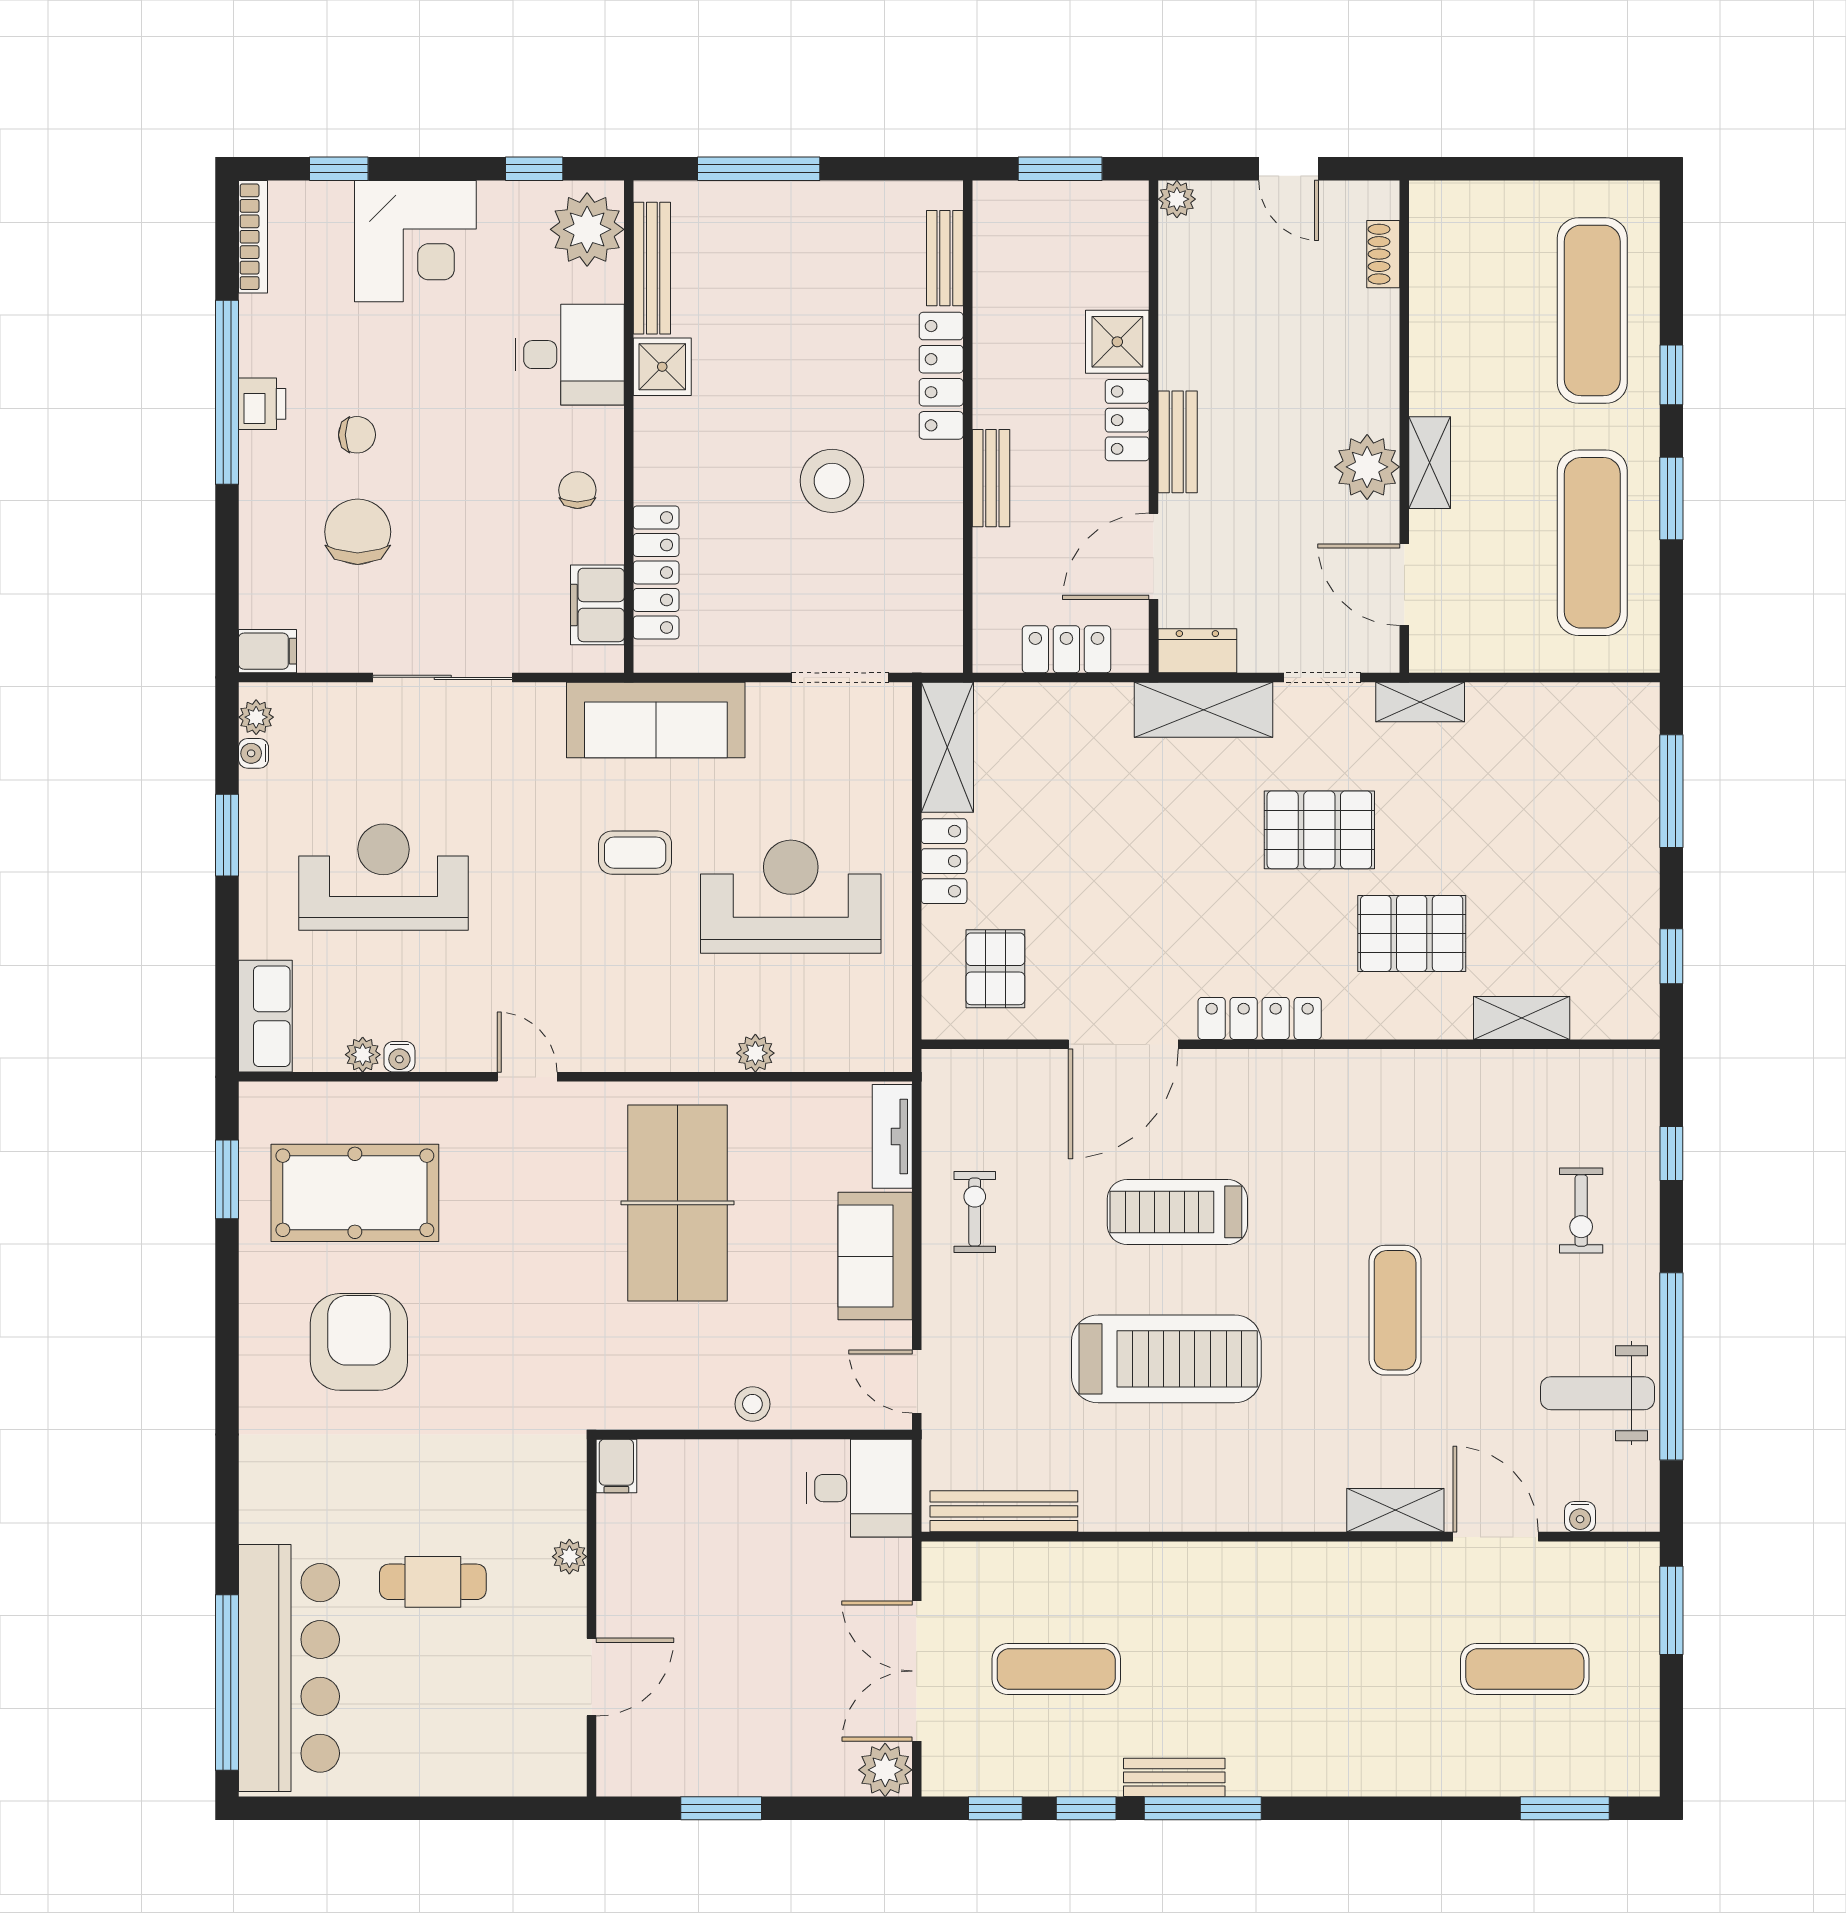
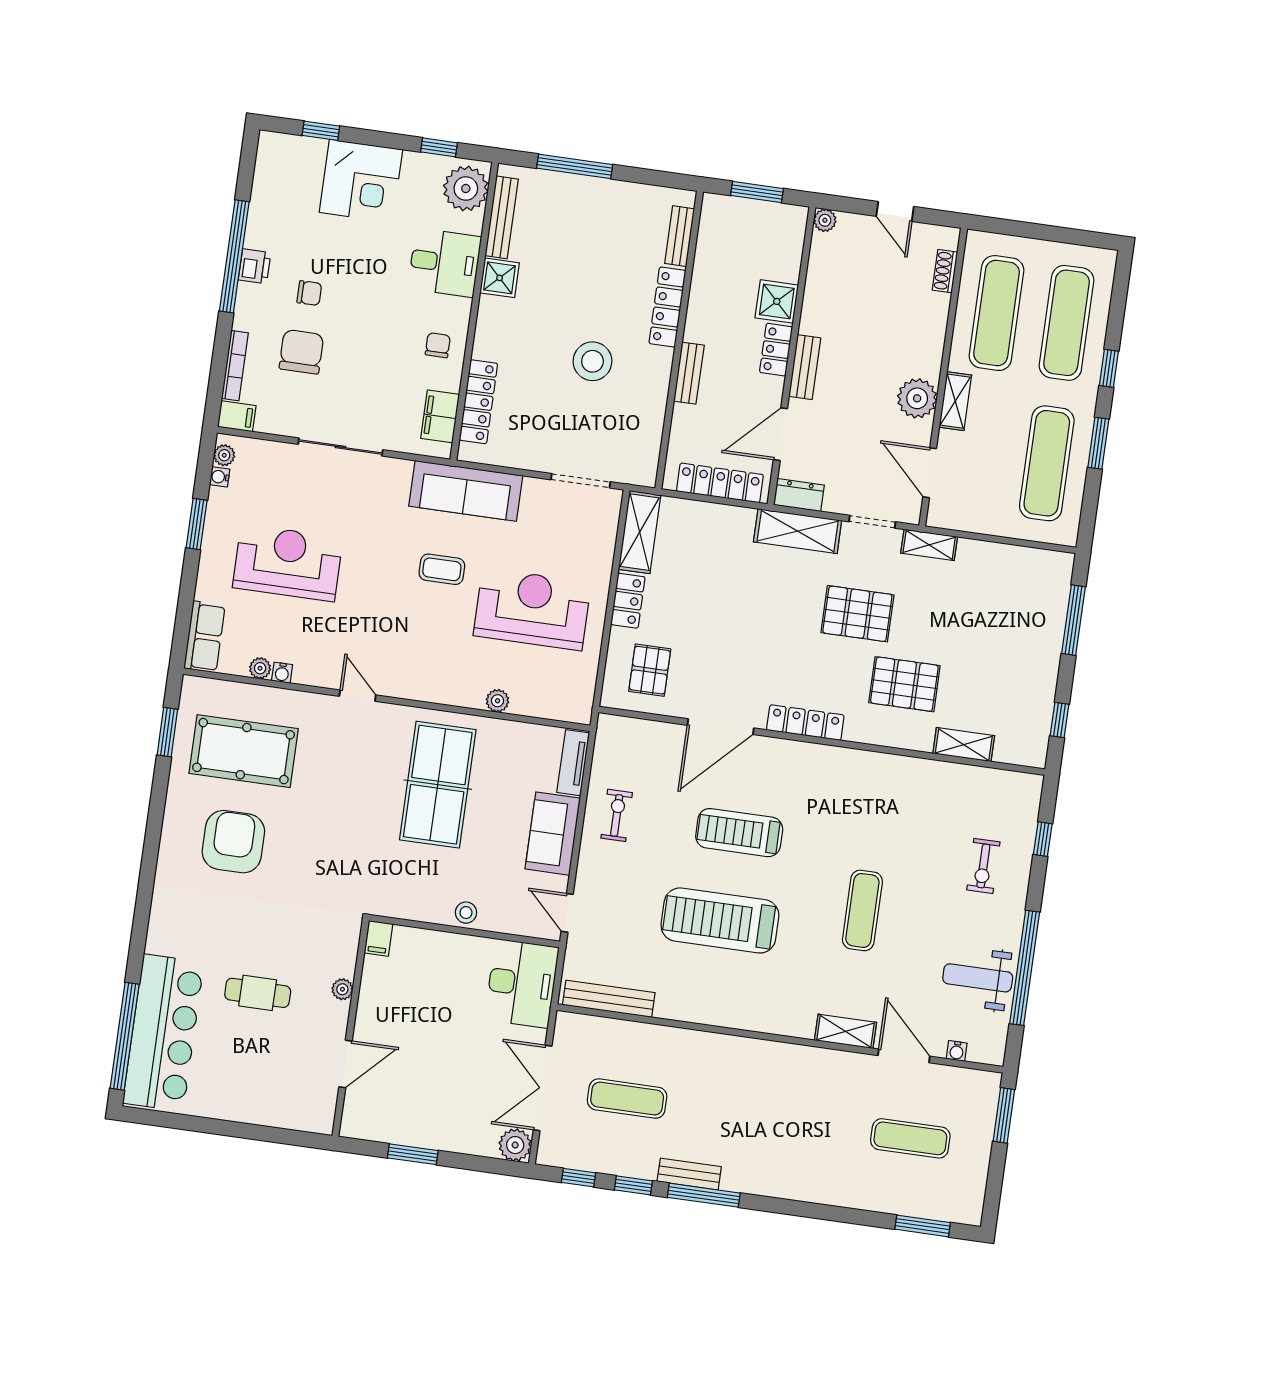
bookcase: (253, 237) -> (235, 366), moved
exercise mat: (1476, 310) -> (997, 313), added
locker: (1066, 649) -> (720, 483), width x1.53
treadmill: (1166, 1359) -> (720, 920), turned 180
desk: (859, 1488) -> (522, 983), width x1.37

